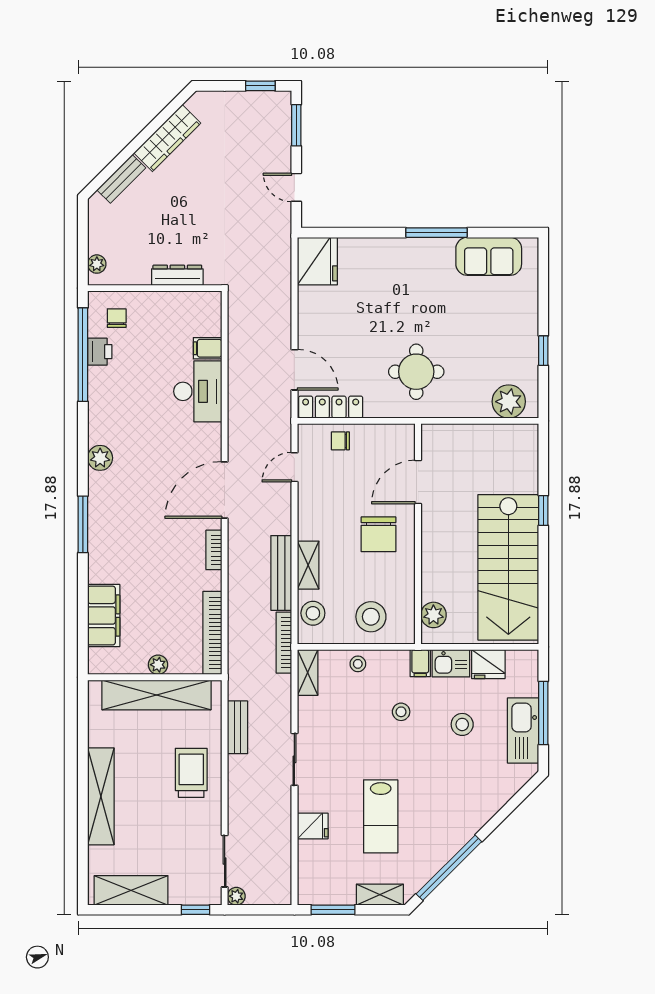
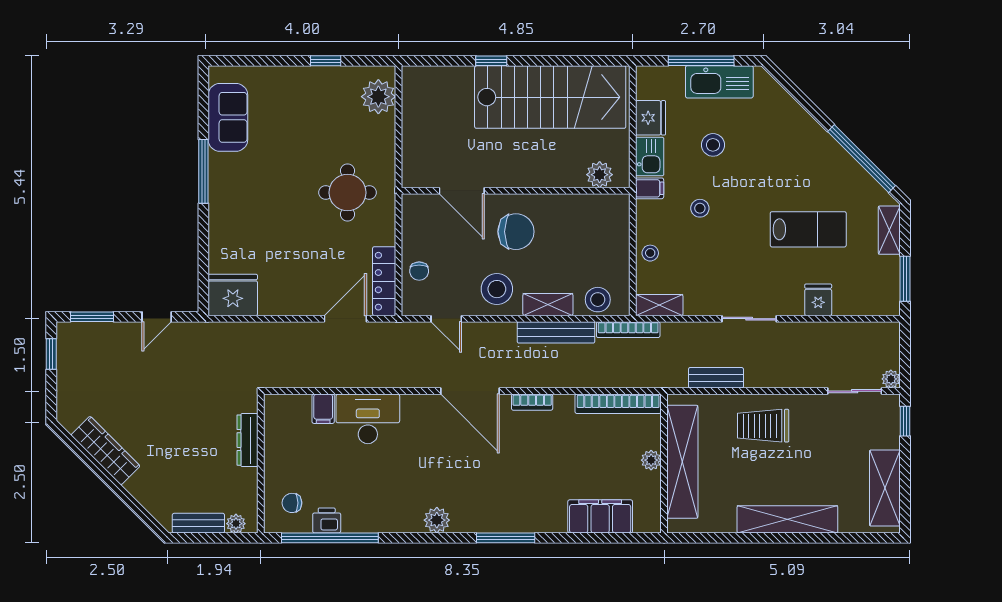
bench: (121, 179) -> (198, 523), moved, turned -45
stool: (371, 617) -> (497, 289), moved

